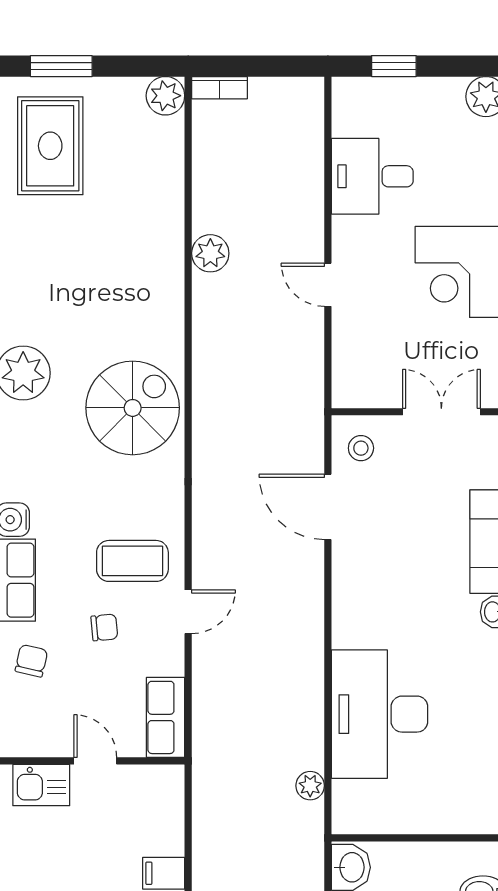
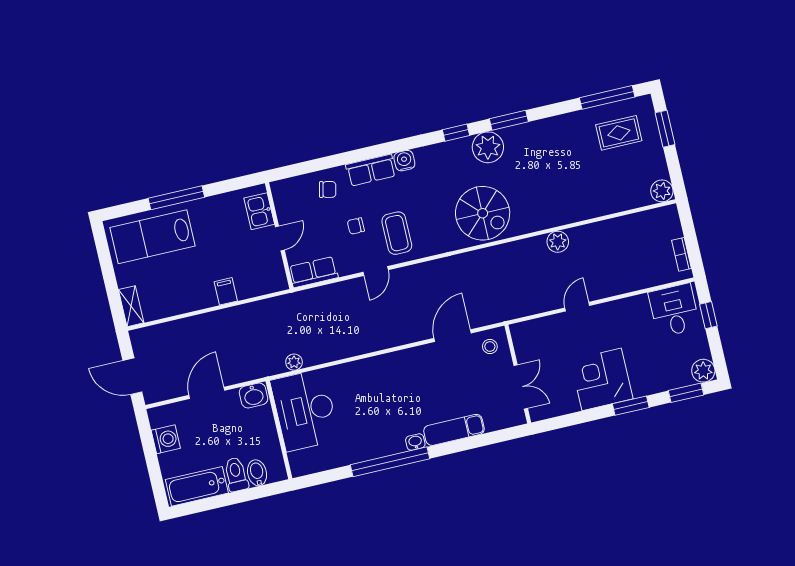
bookcase: (220, 88) -> (681, 254), moved
rug: (50, 146) -> (619, 133), width x0.73, depth x0.70
desk: (372, 176) -> (674, 310), moved
plant: (210, 253) -> (558, 242), moved
door: (188, 612) -> (376, 271), hinge flipped
chair: (104, 628) -> (356, 226), turned 95
desk: (380, 714) -> (305, 410), moved, turned -90

